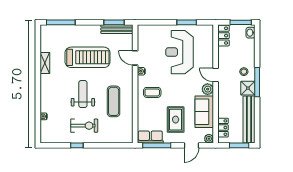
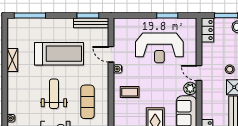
reception desk: (179, 52) -> (159, 48), turned -90

